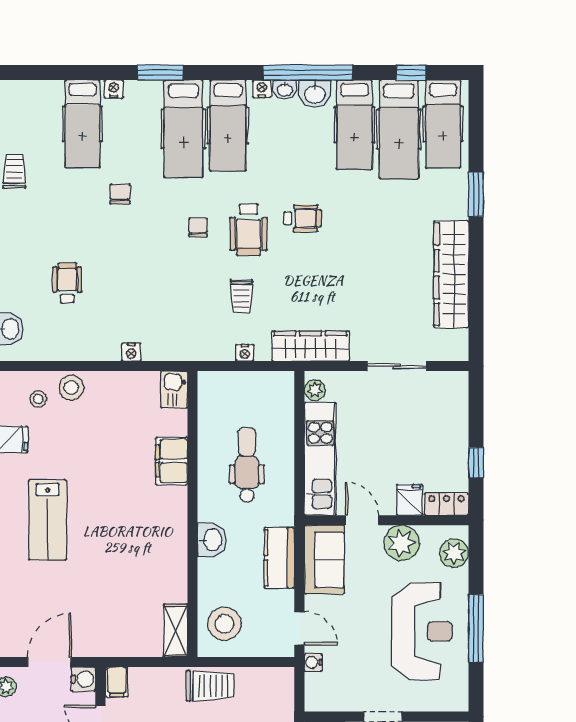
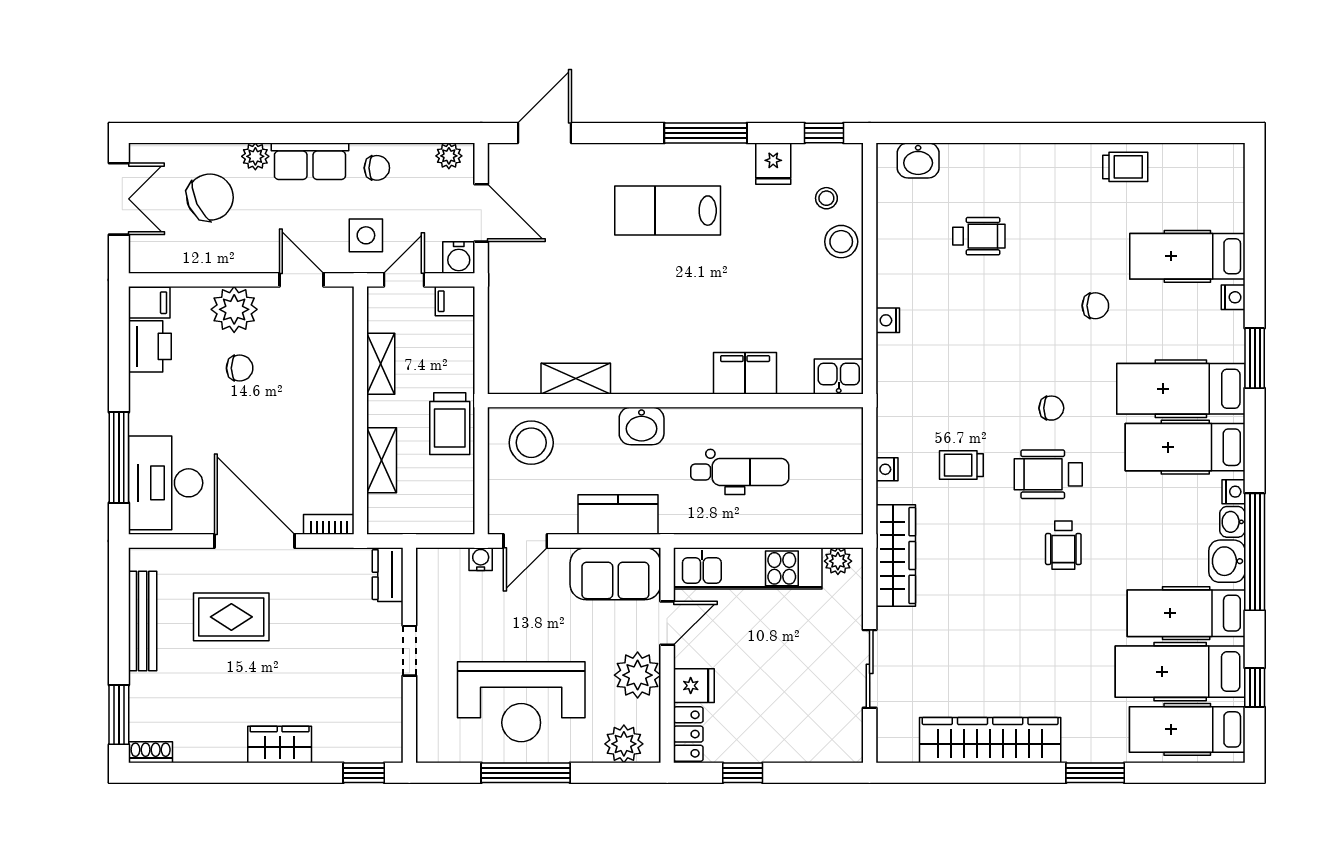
shelving: (176, 631) -> (576, 379), moved

